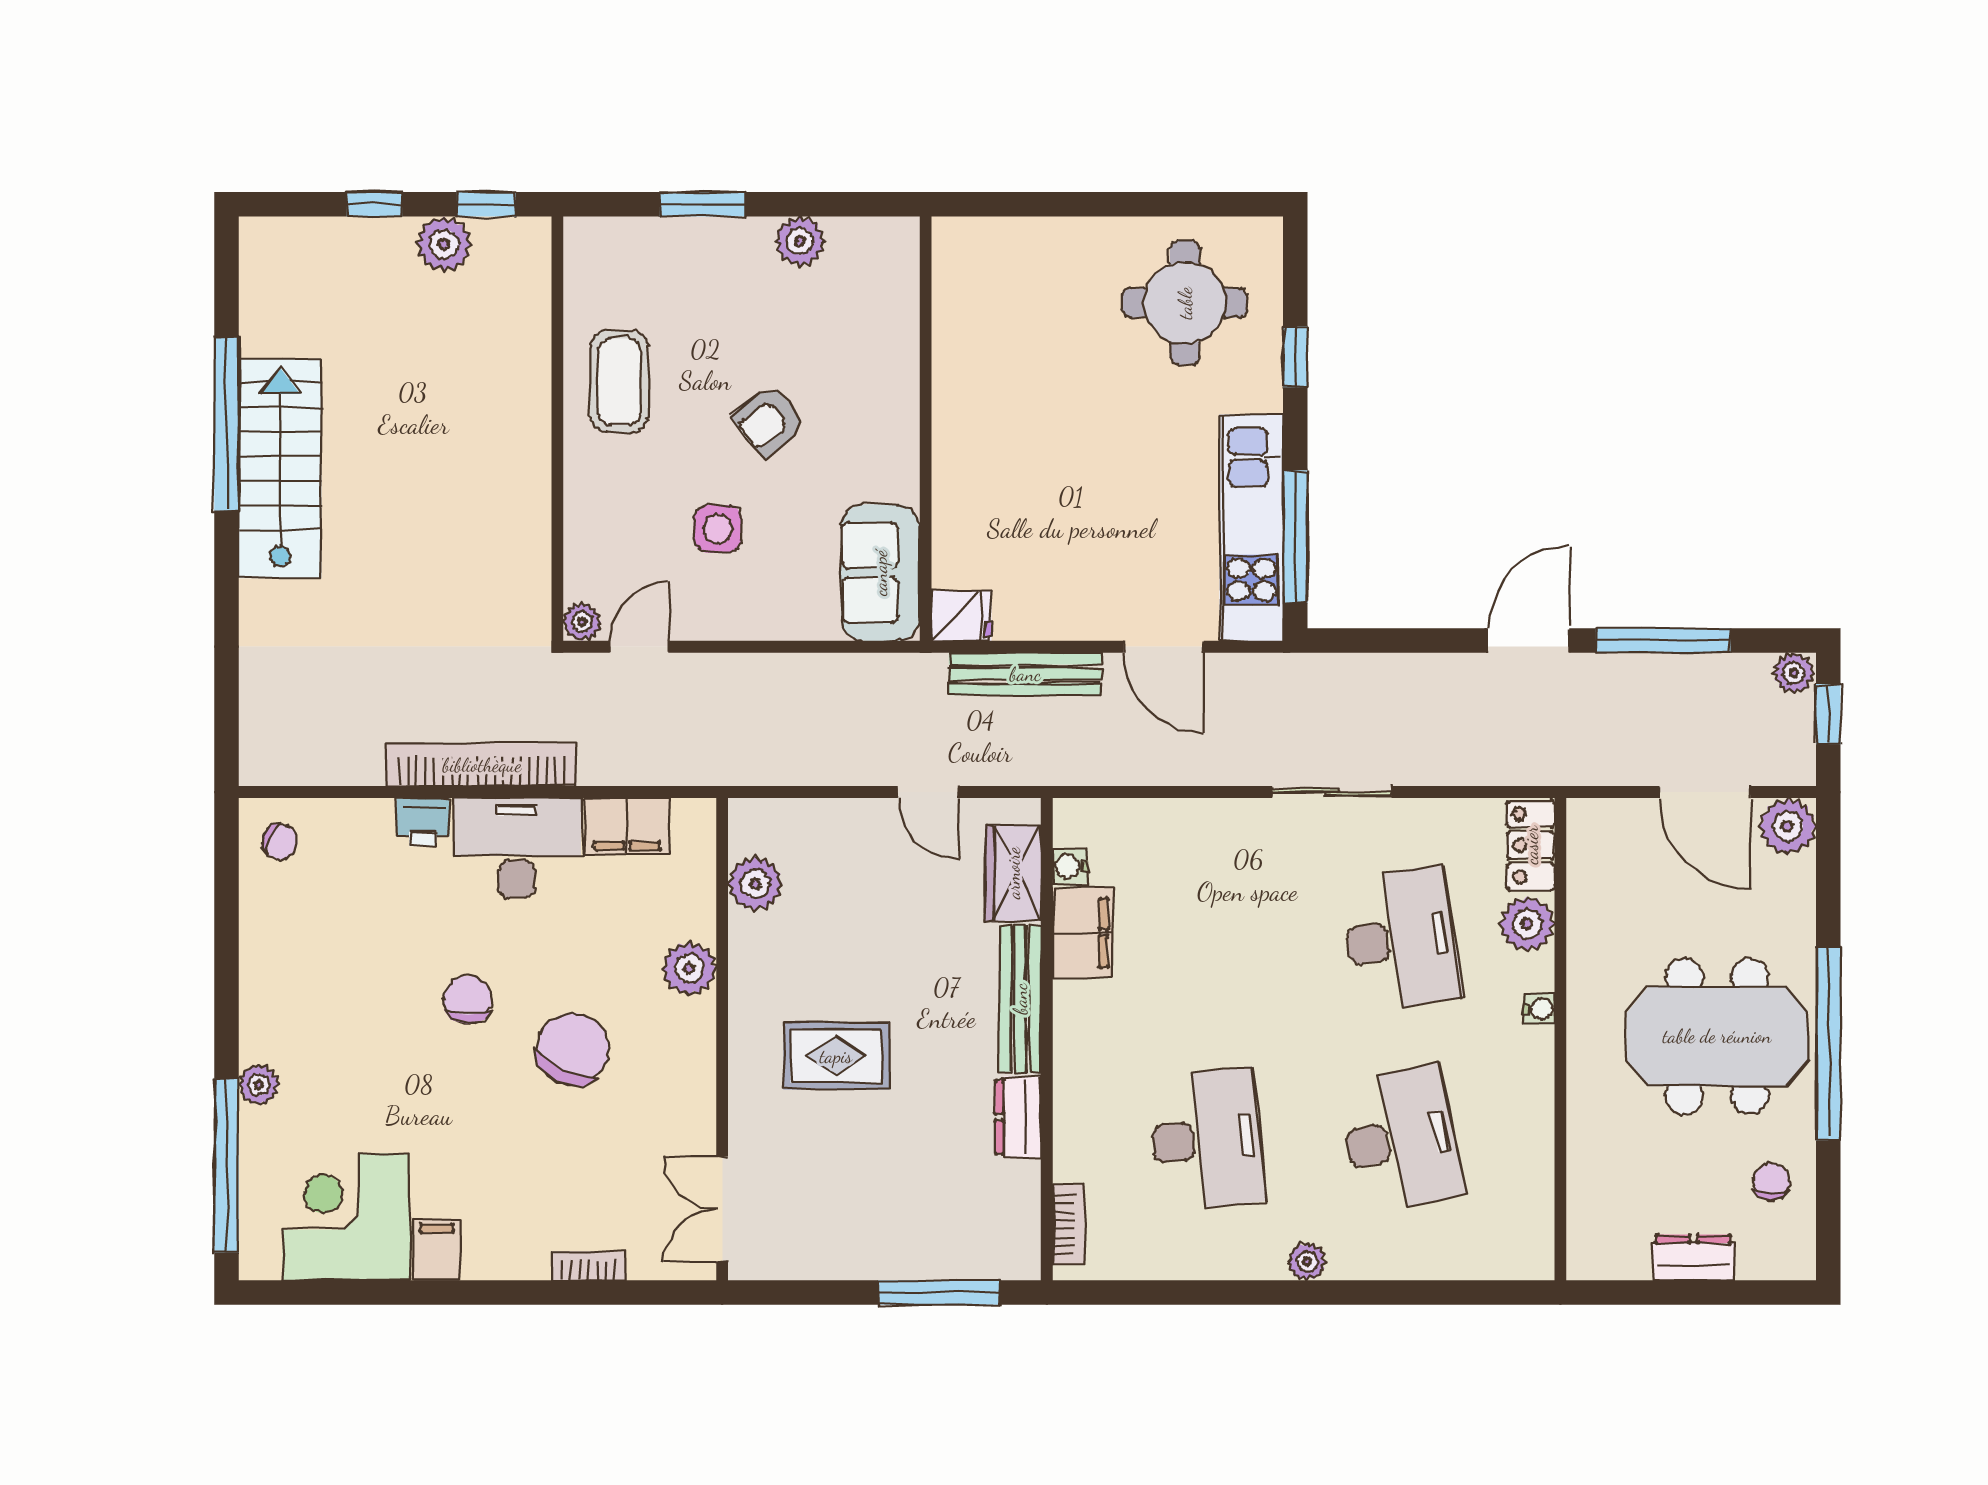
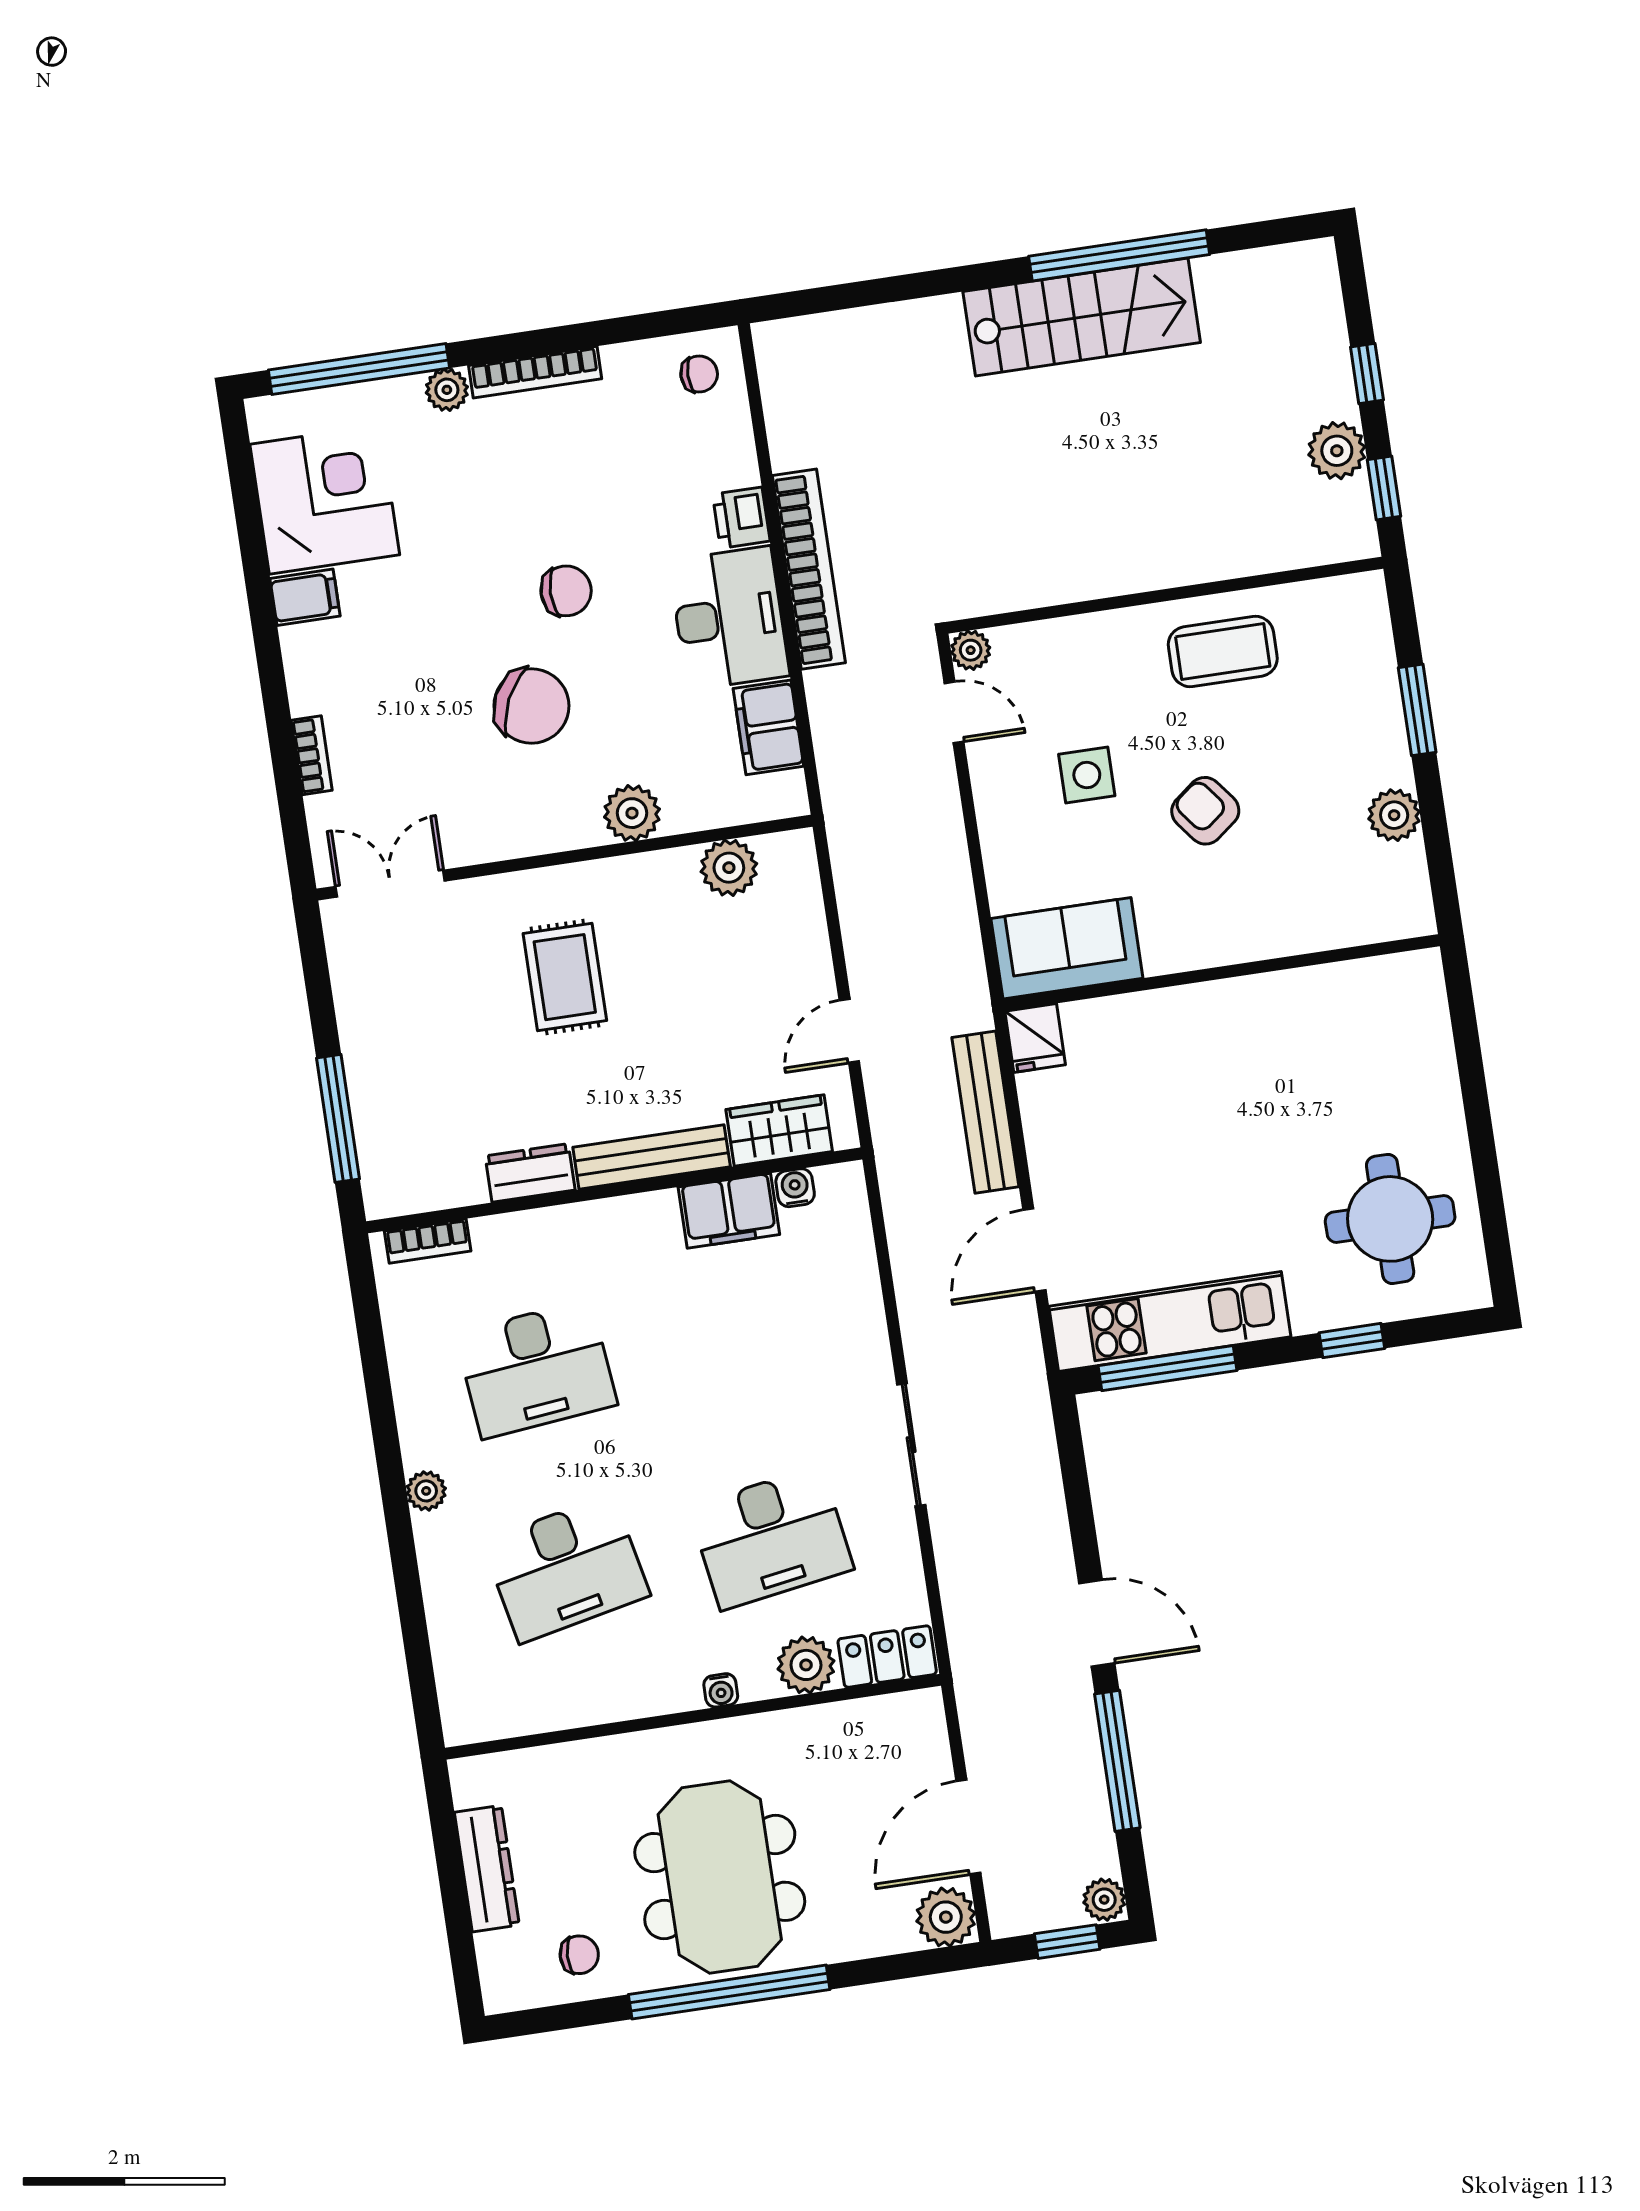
chair: (280, 842) -> (699, 374), turned -113
bookcase: (255, 998) -> (535, 372), added
dresser: (1694, 1258) -> (487, 1869), width x1.44

